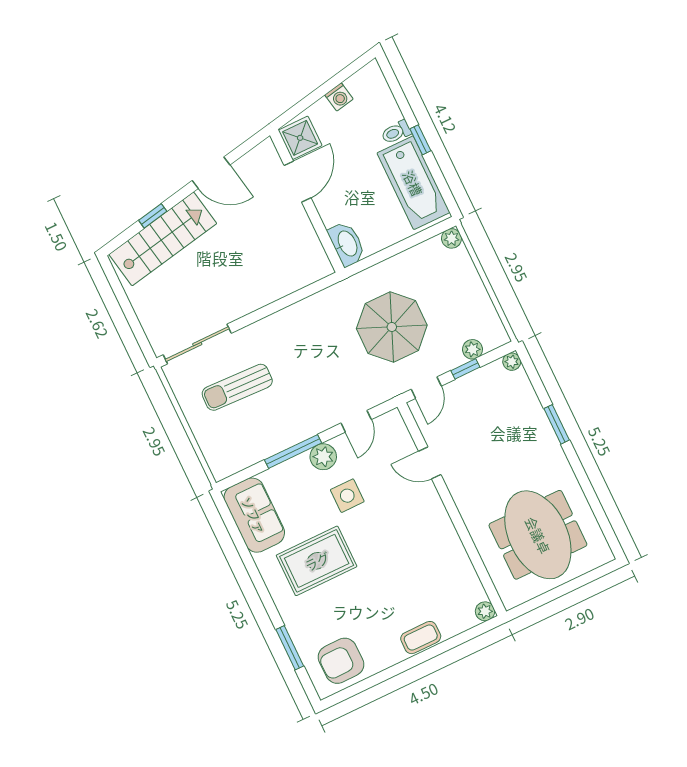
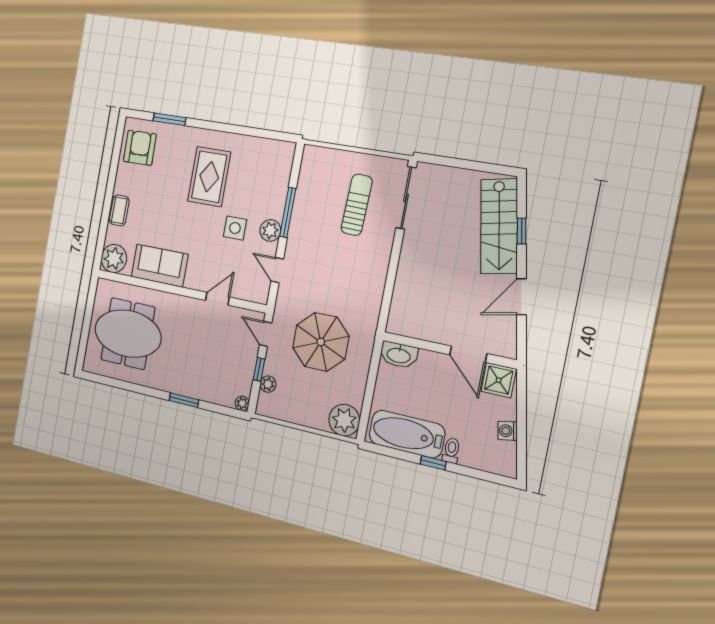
plant: (452, 238) -> (344, 420), width x1.88, depth x1.88
sofa: (254, 515) -> (160, 266), moved, turned 180
plant: (485, 611) -> (114, 258), width x1.88, depth x1.88

